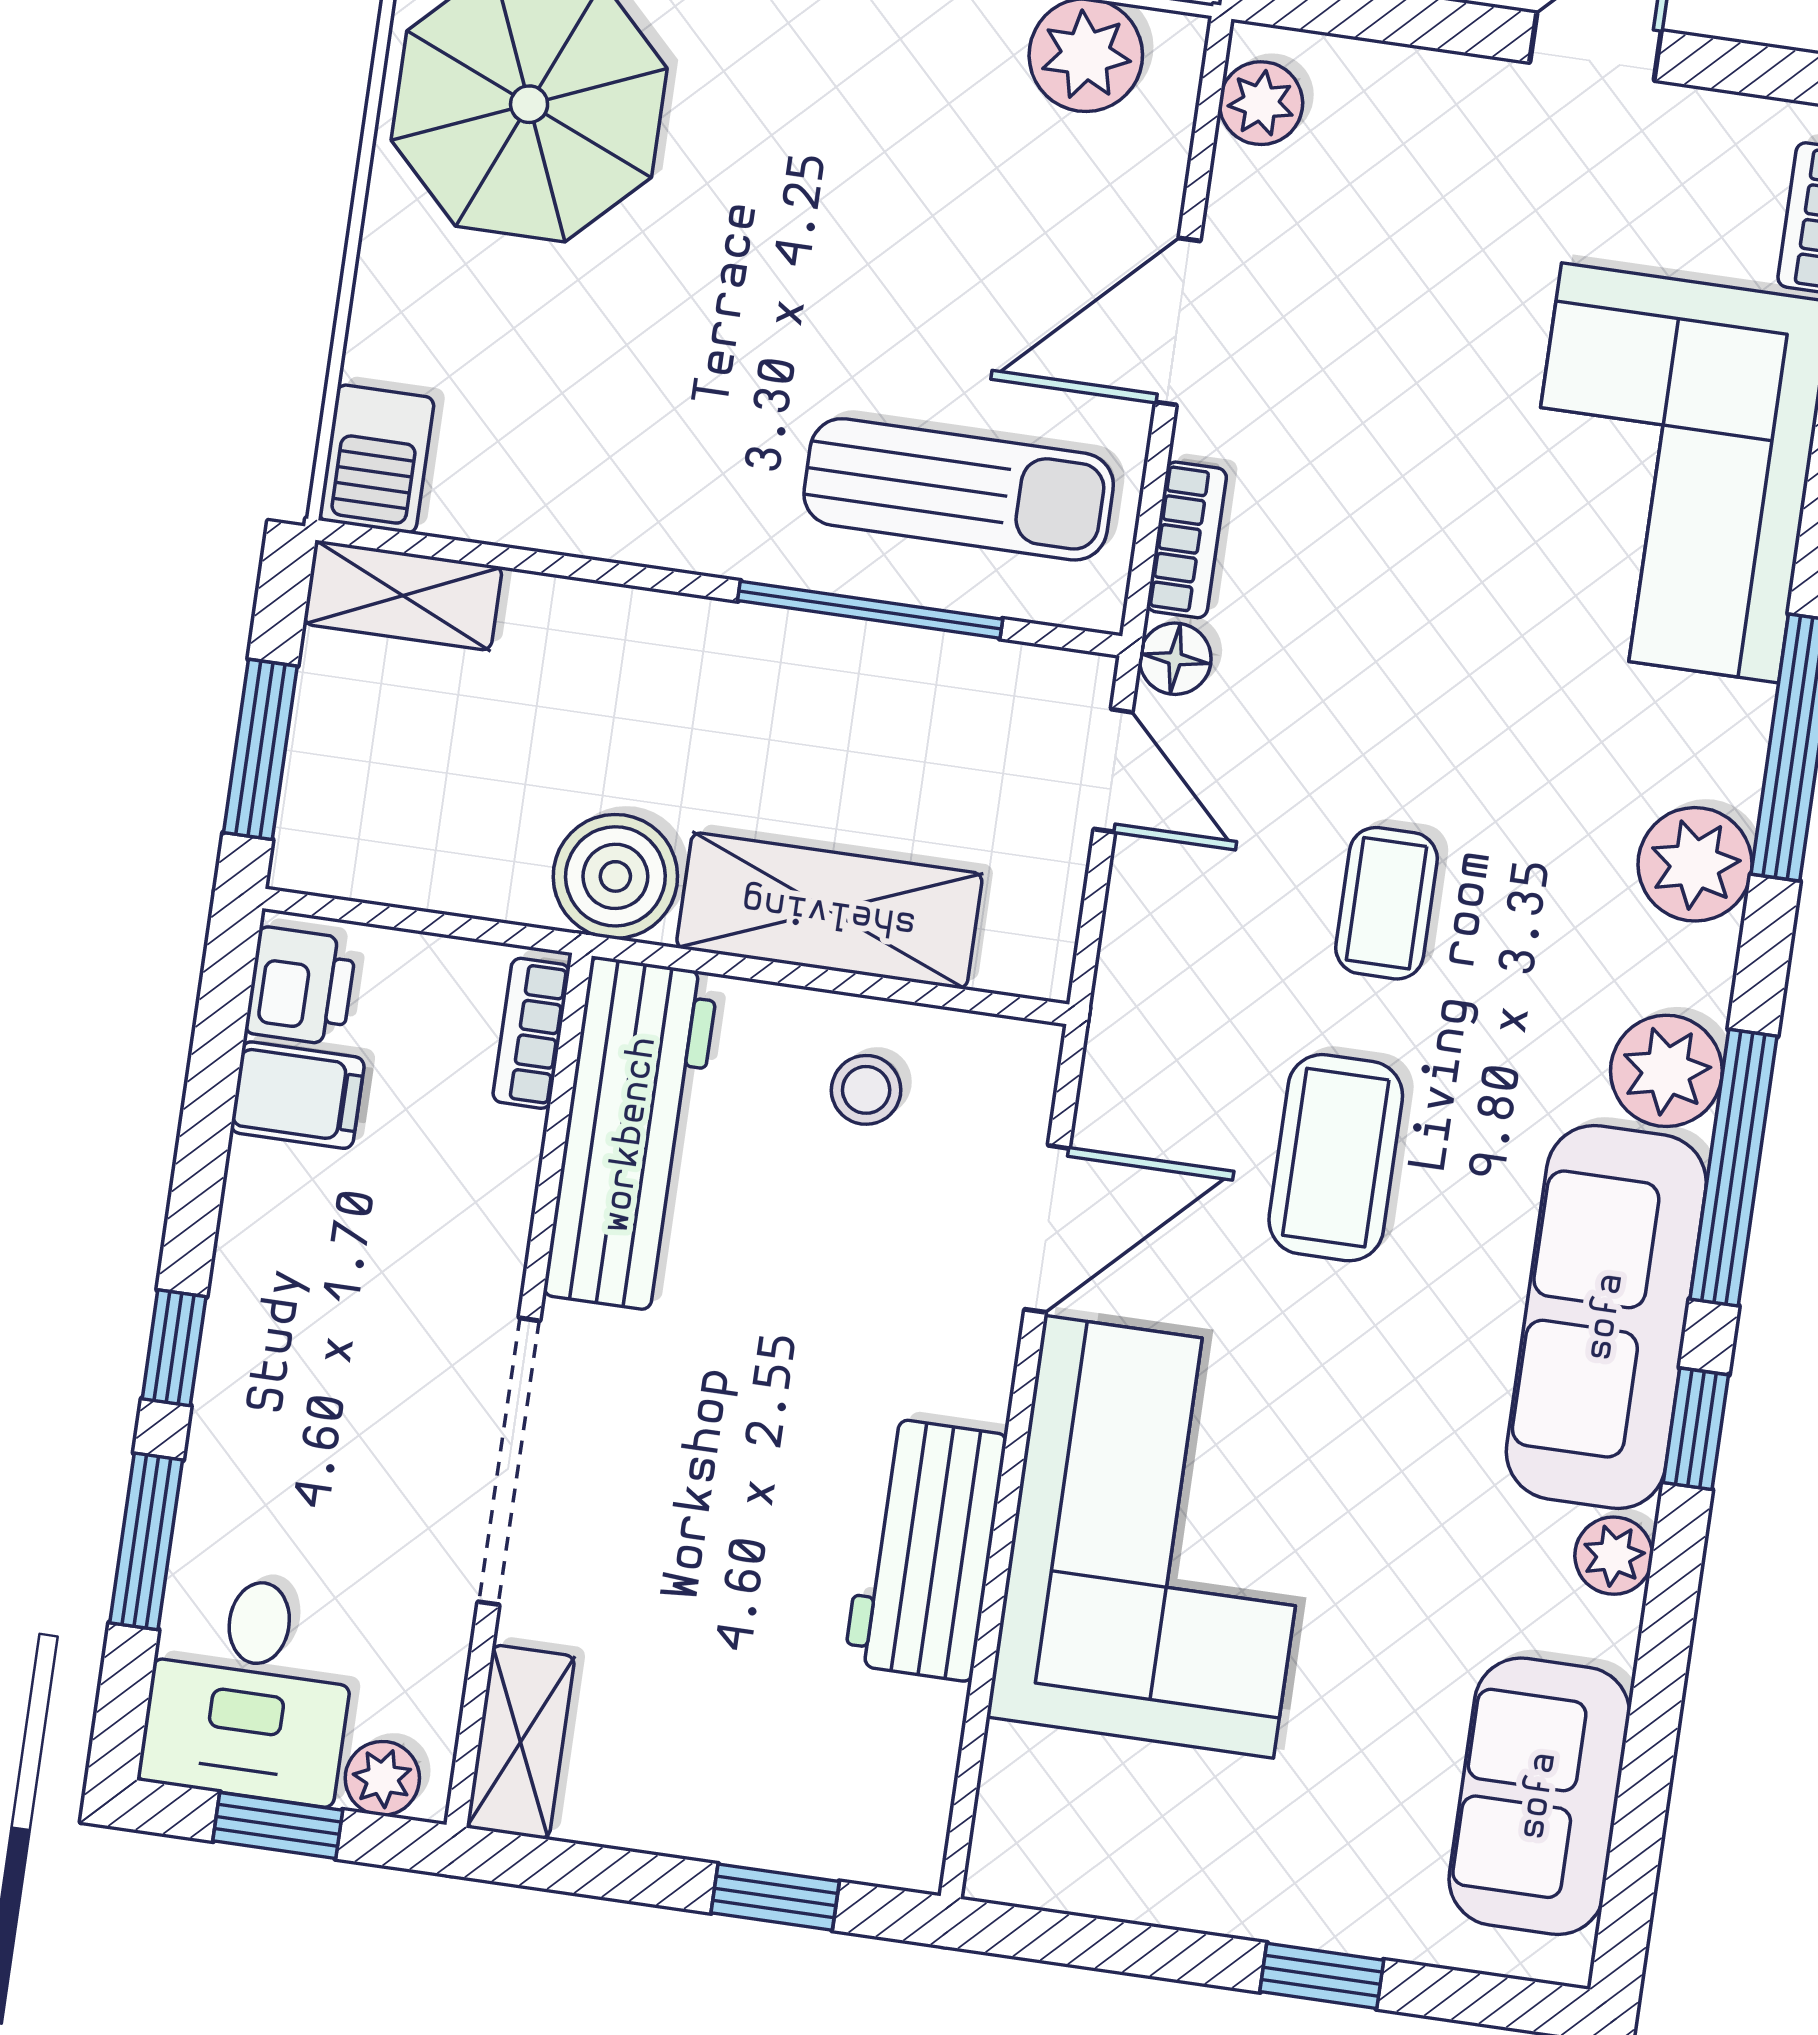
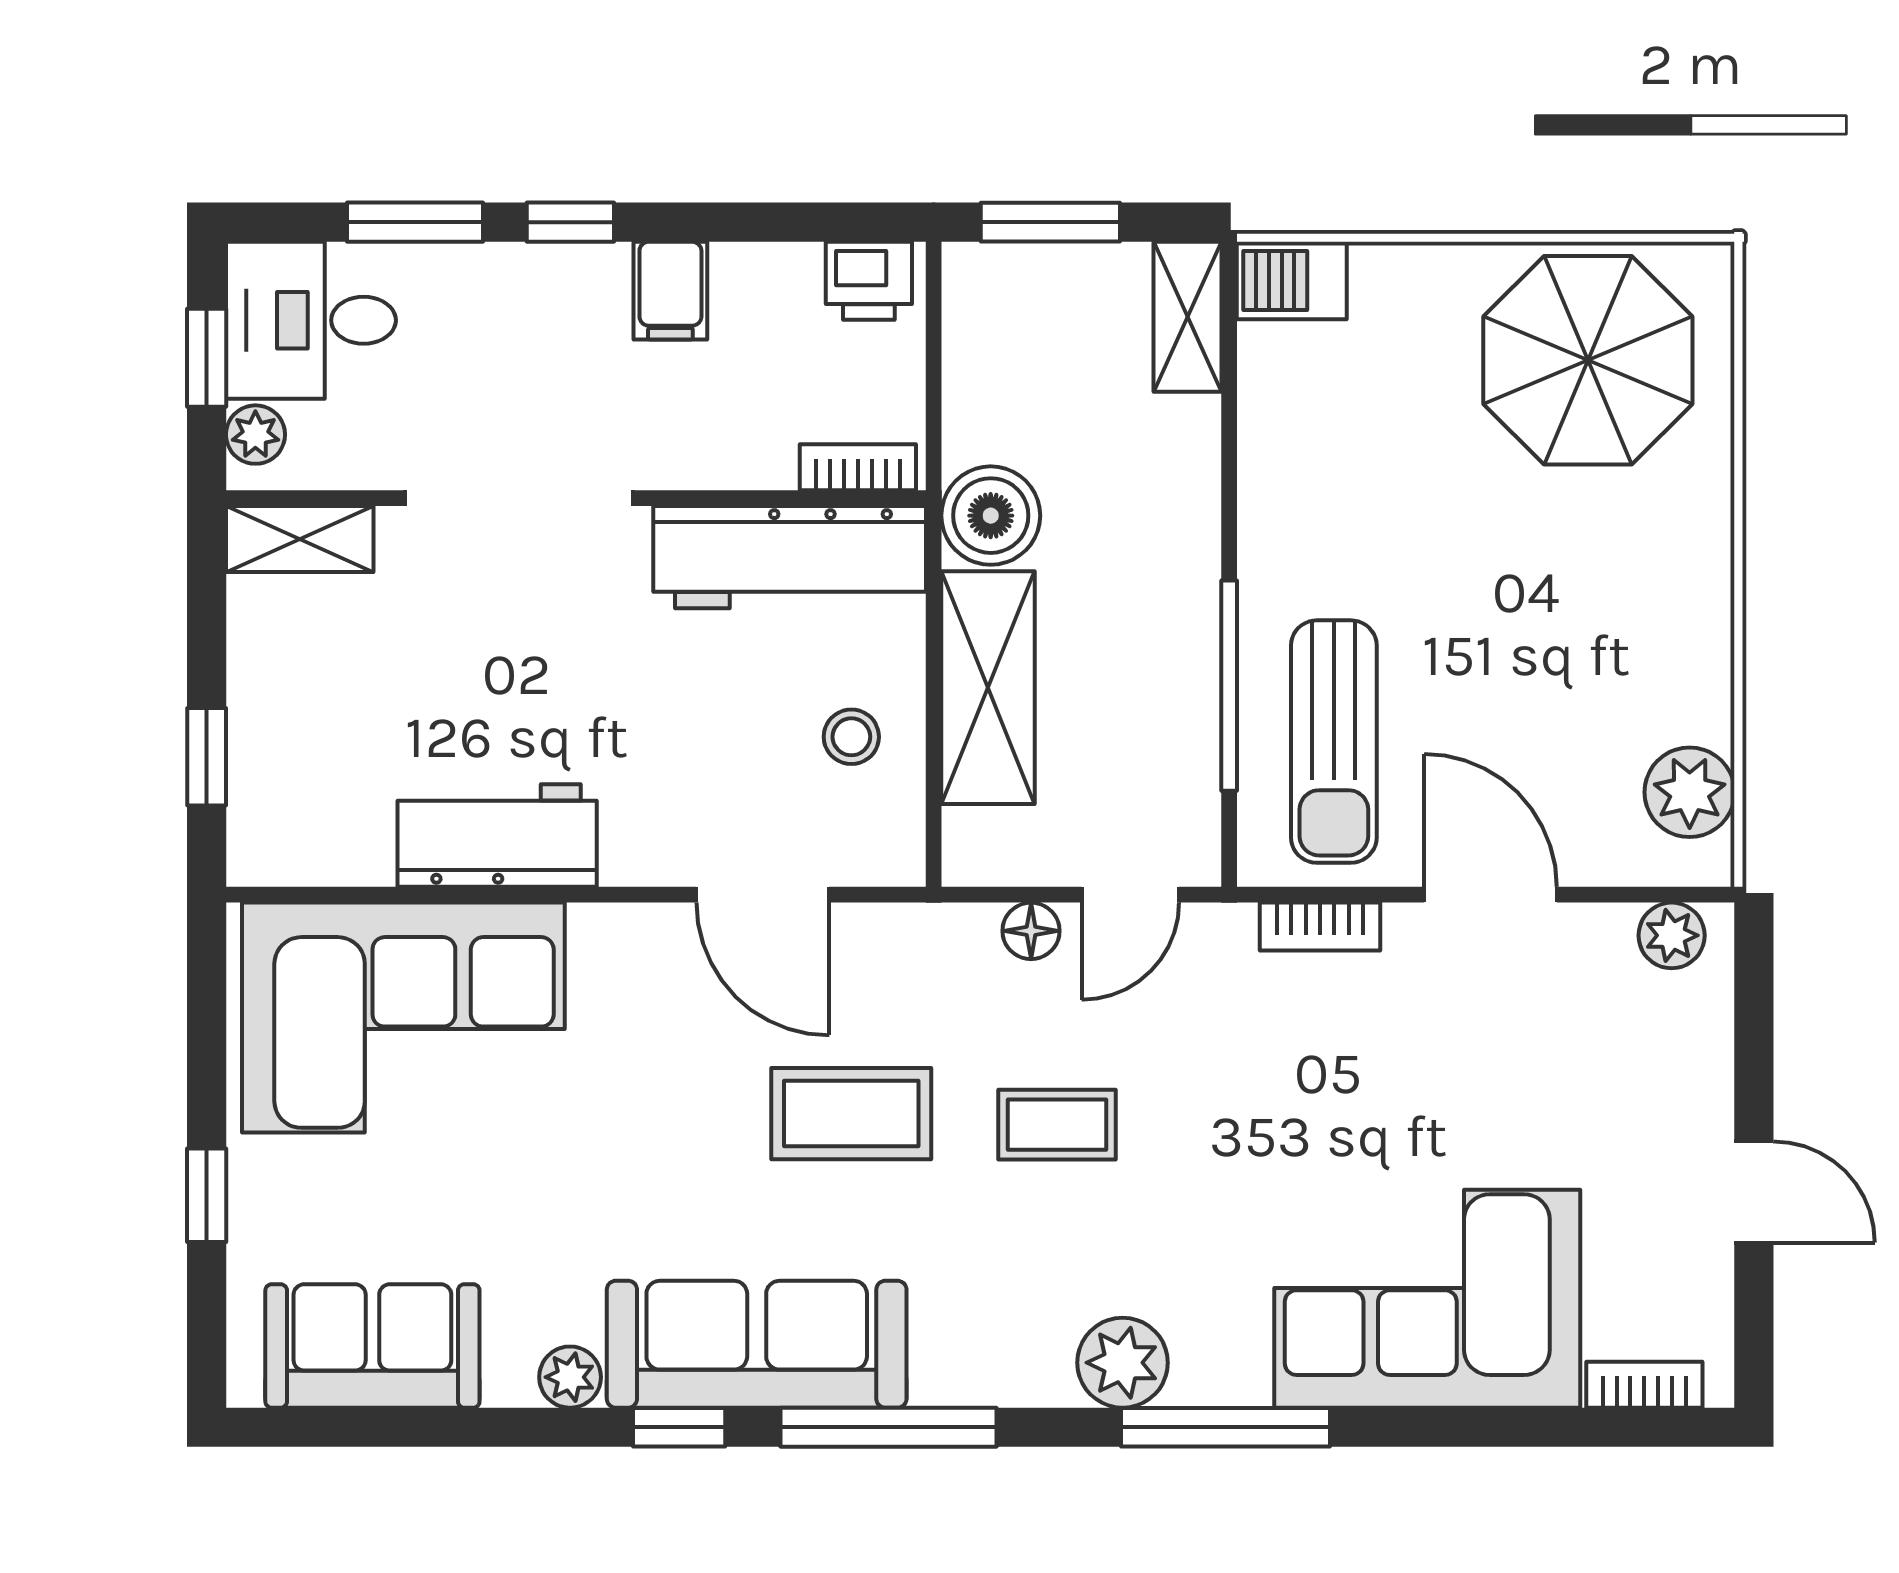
floor lamp: (1175, 659) -> (1031, 931), moved
plant: (1666, 1071) -> (957, 1364), removed
filing cabinet: (298, 1095) -> (670, 291), moved
corner sofa: (1159, 1537) -> (403, 1018), moved

